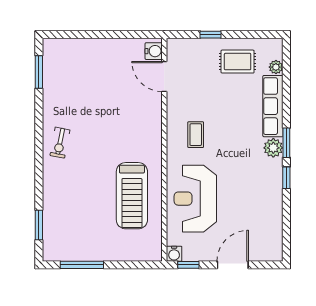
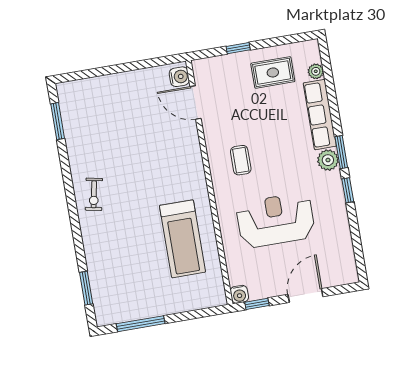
reception desk: (195, 199) -> (276, 220), moved, turned 90

